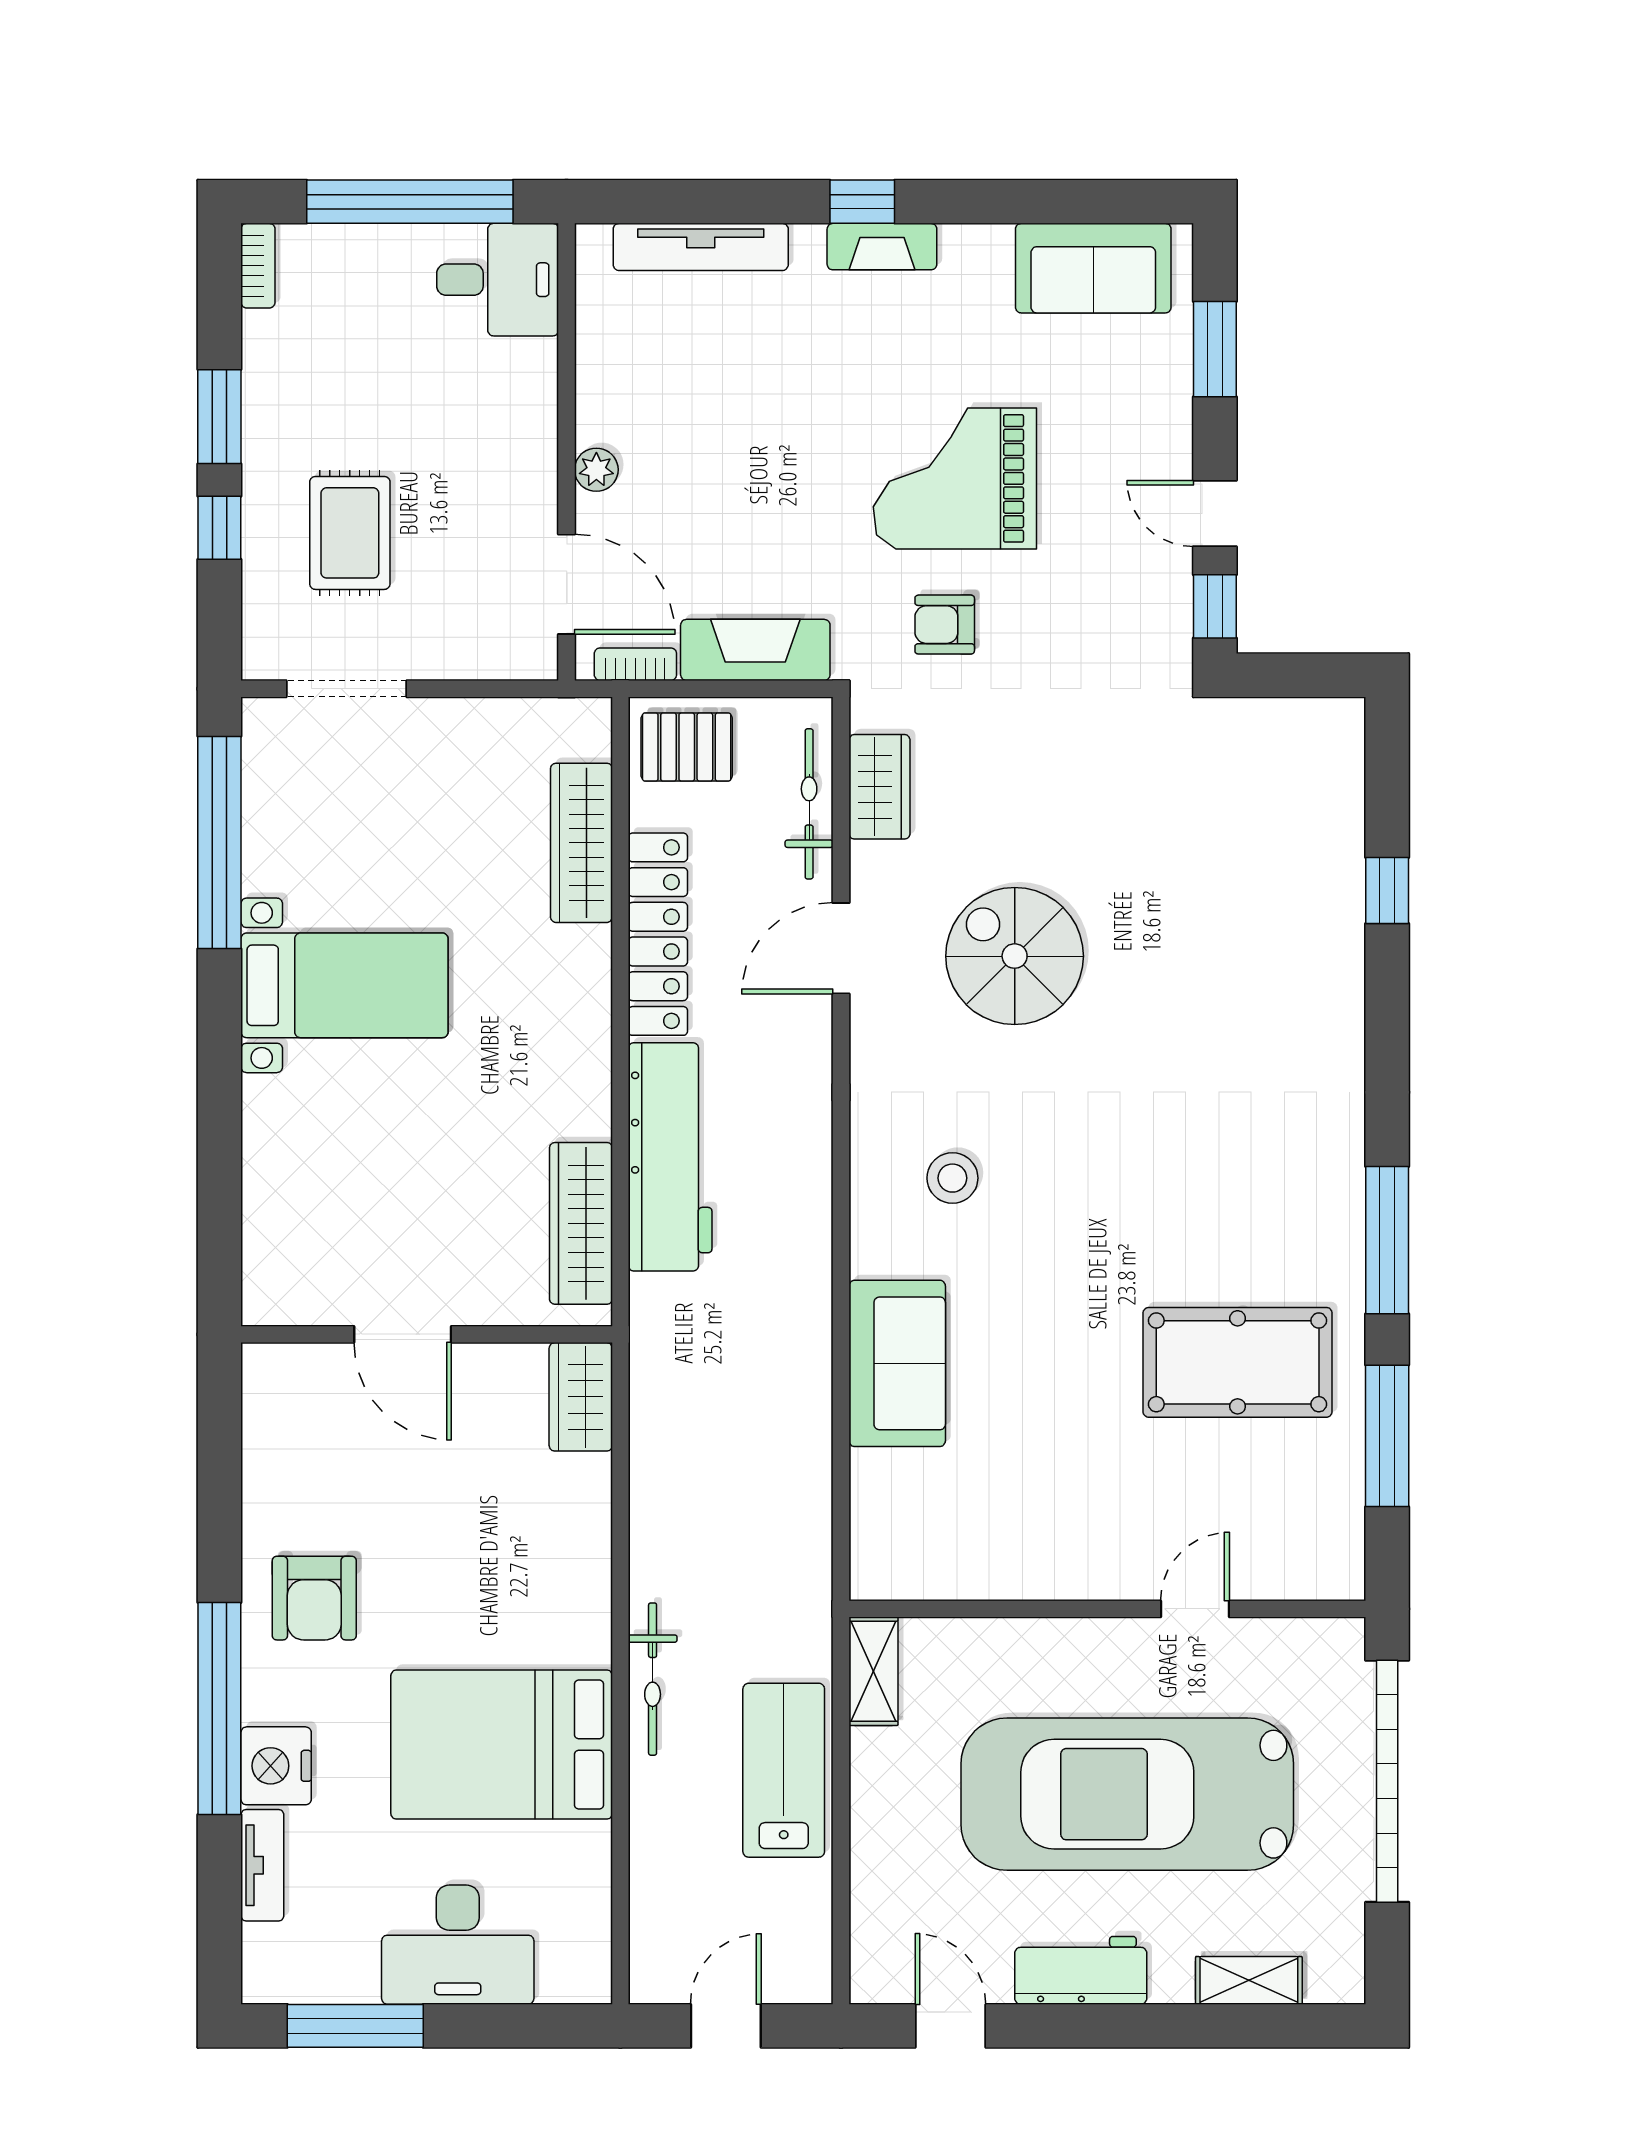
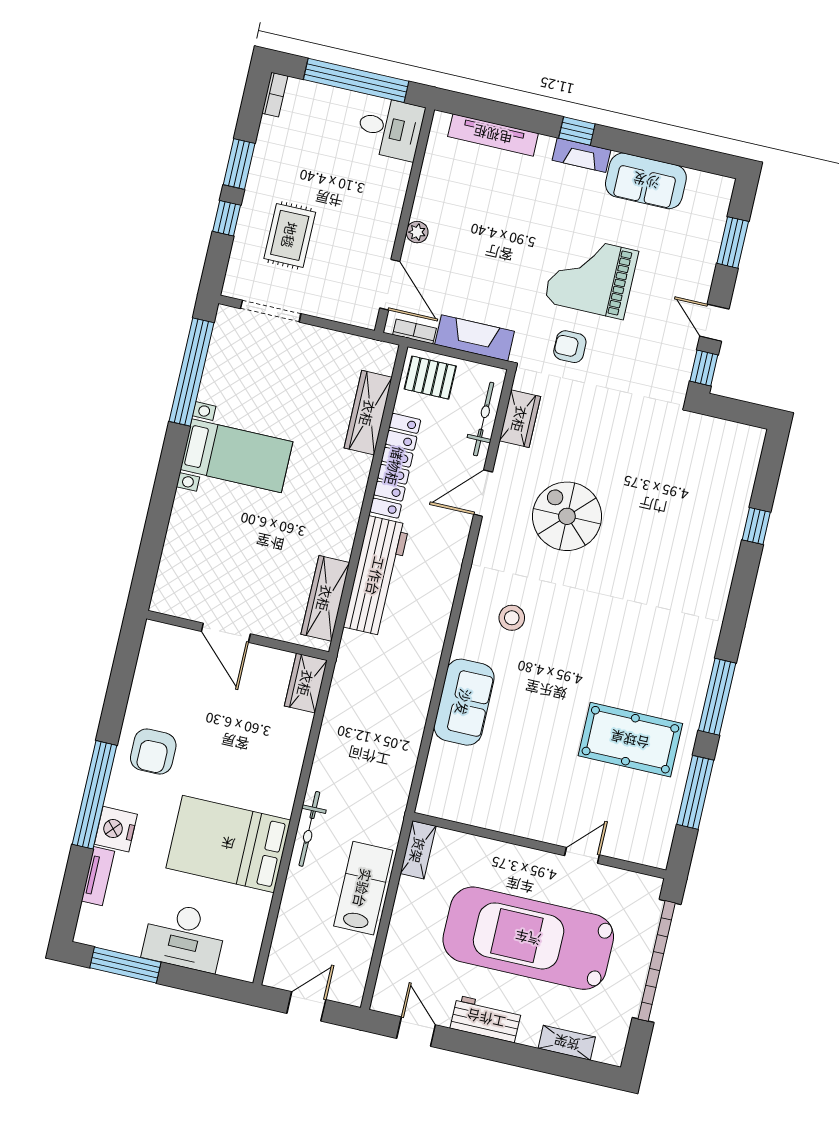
sofa: (1093, 268) -> (646, 181), moved

